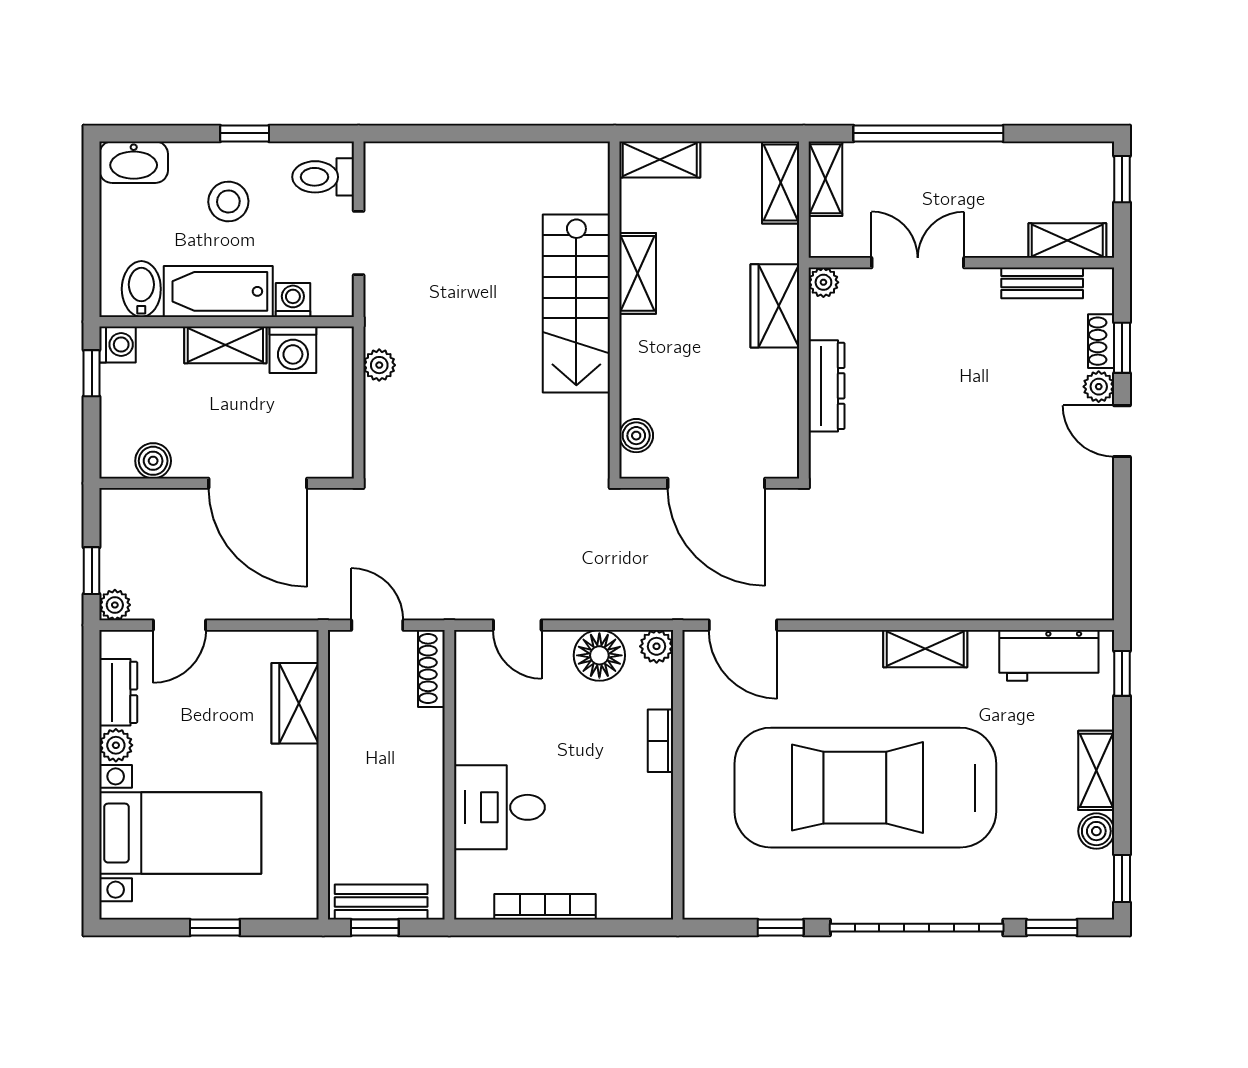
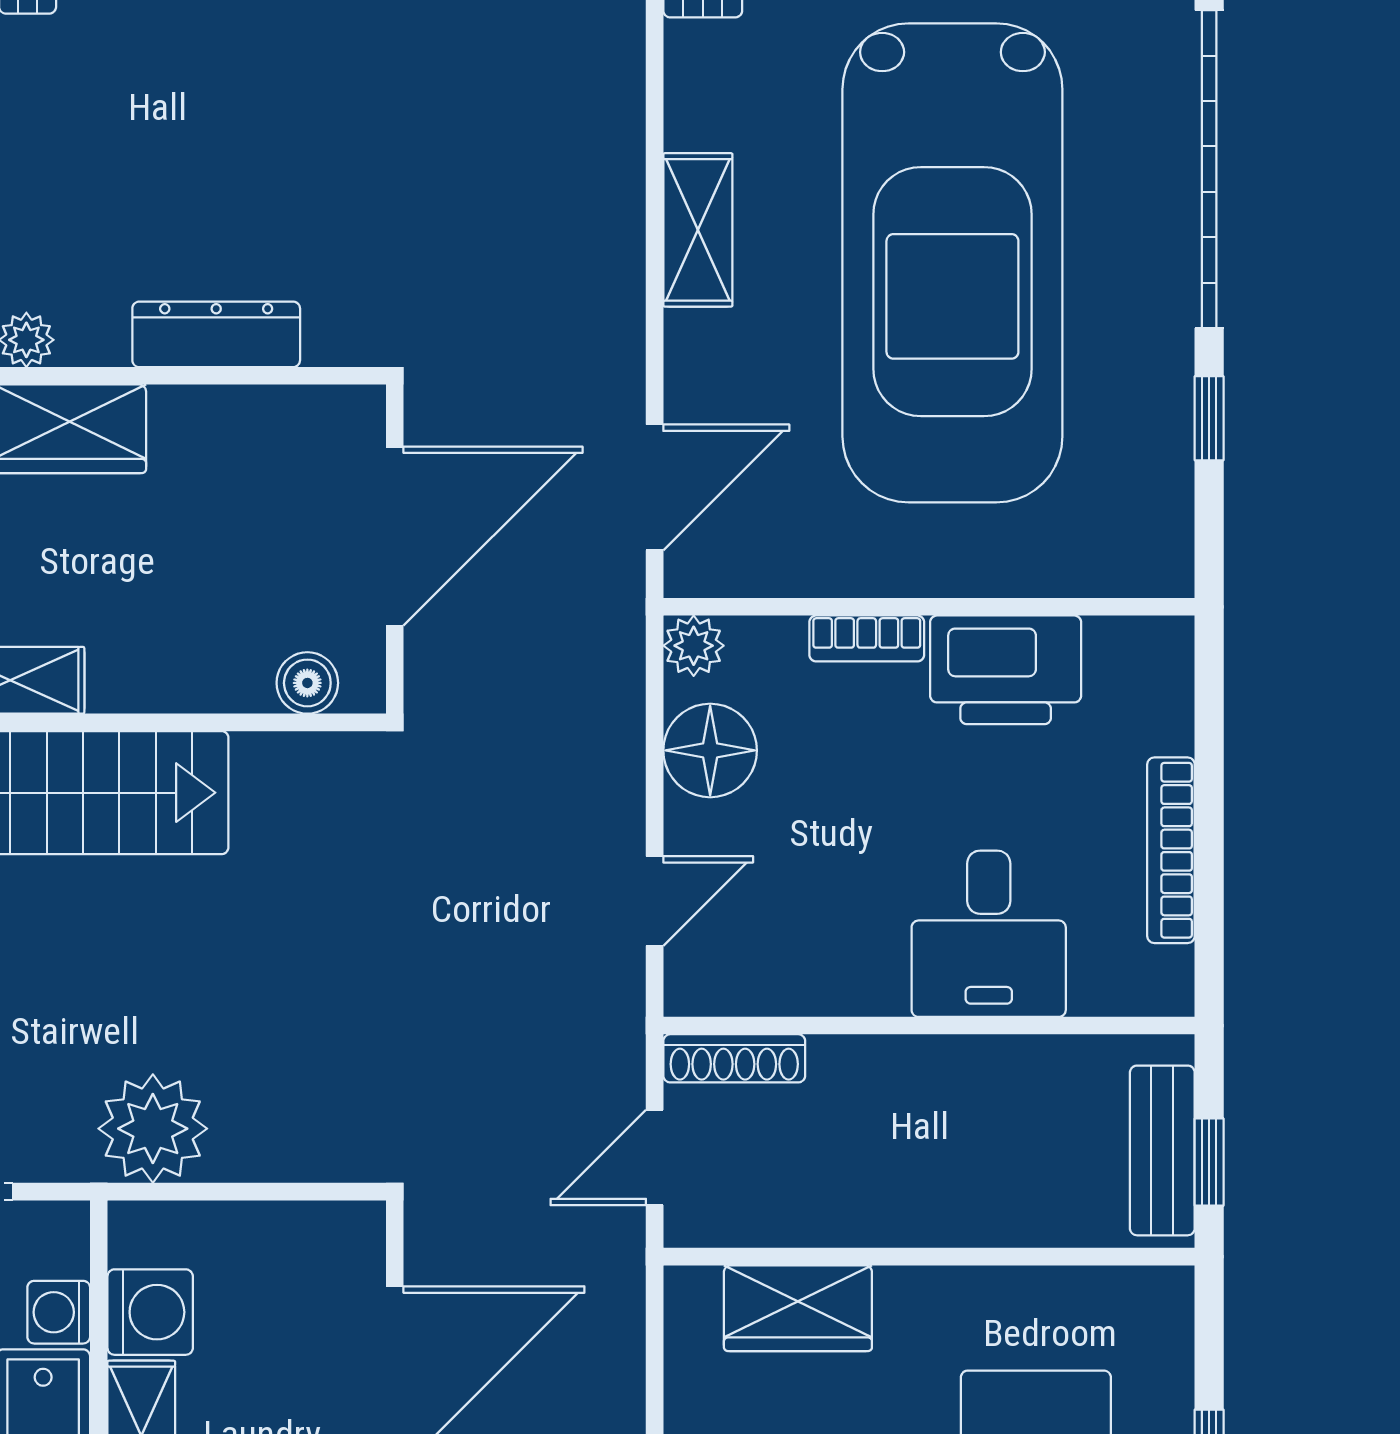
plant: (379, 365) -> (153, 1129), width x1.88, depth x1.88
shelving: (925, 649) -> (698, 230), moved
printer: (643, 817) -> (1006, 670), added

